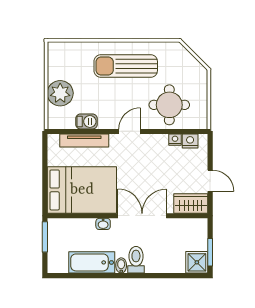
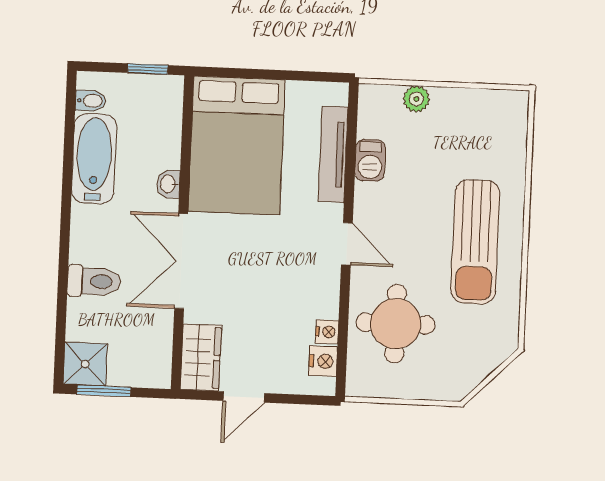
sun lounger: (126, 66) -> (475, 242), turned 180
plant: (60, 93) -> (416, 99), width x0.53, depth x0.53
double door: (142, 216) -> (181, 261), swing flipped
window: (45, 237) -> (148, 69), width x0.67
toilet: (136, 260) -> (94, 281), moved
bidet: (121, 265) -> (91, 101), moved

